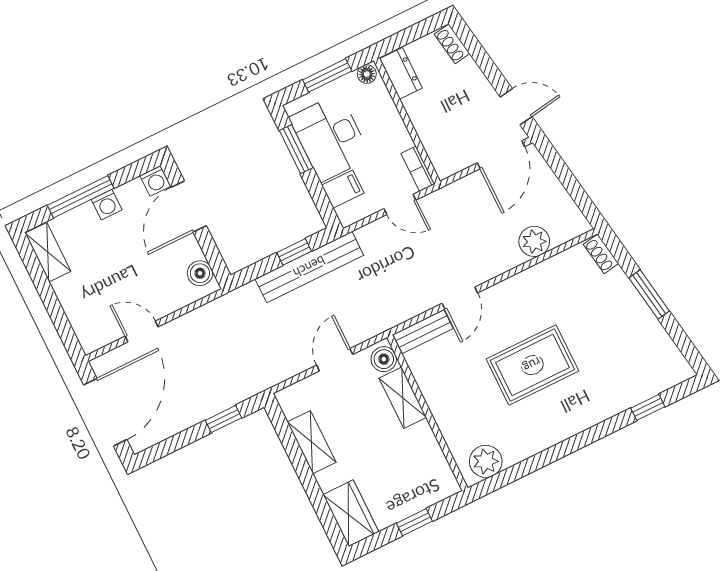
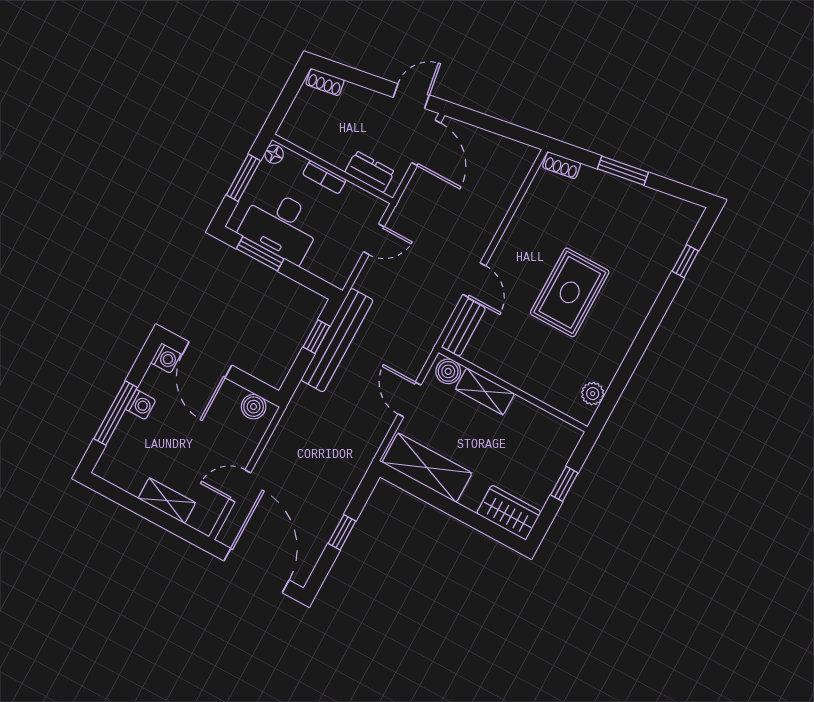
dresser: (401, 73) -> (370, 172), moved
bookcase: (418, 169) -> (324, 177), moved
filing cabinet: (343, 189) -> (320, 259), removed
plant: (534, 241) -> (502, 193), removed
shelving: (48, 252) -> (167, 501), moved
window: (223, 419) -> (342, 532), moved
shelving: (312, 442) -> (427, 468), width x1.50, depth x1.33
plant: (486, 461) -> (593, 394), width x0.73, depth x0.73

